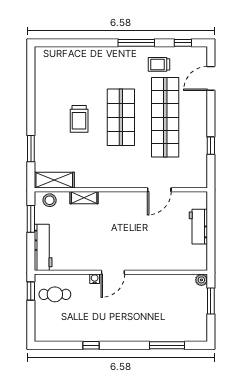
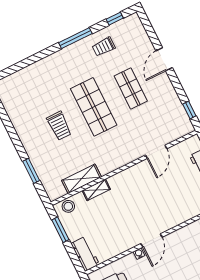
door: (211, 78) -> (164, 59), moved
shop shelf: (165, 117) -> (131, 89), width x0.50, depth x0.74
window: (211, 146) -> (189, 110), moved
shelving: (54, 180) -> (82, 179), moved
workbench: (43, 247) -> (85, 254), width x0.73

